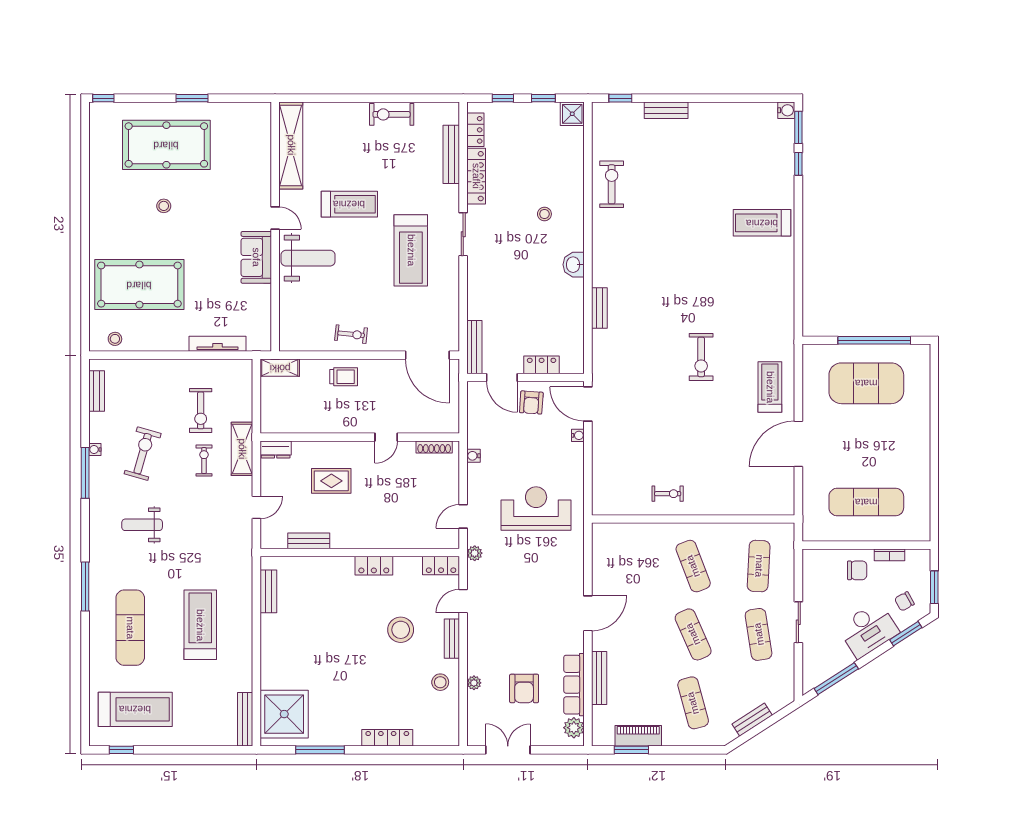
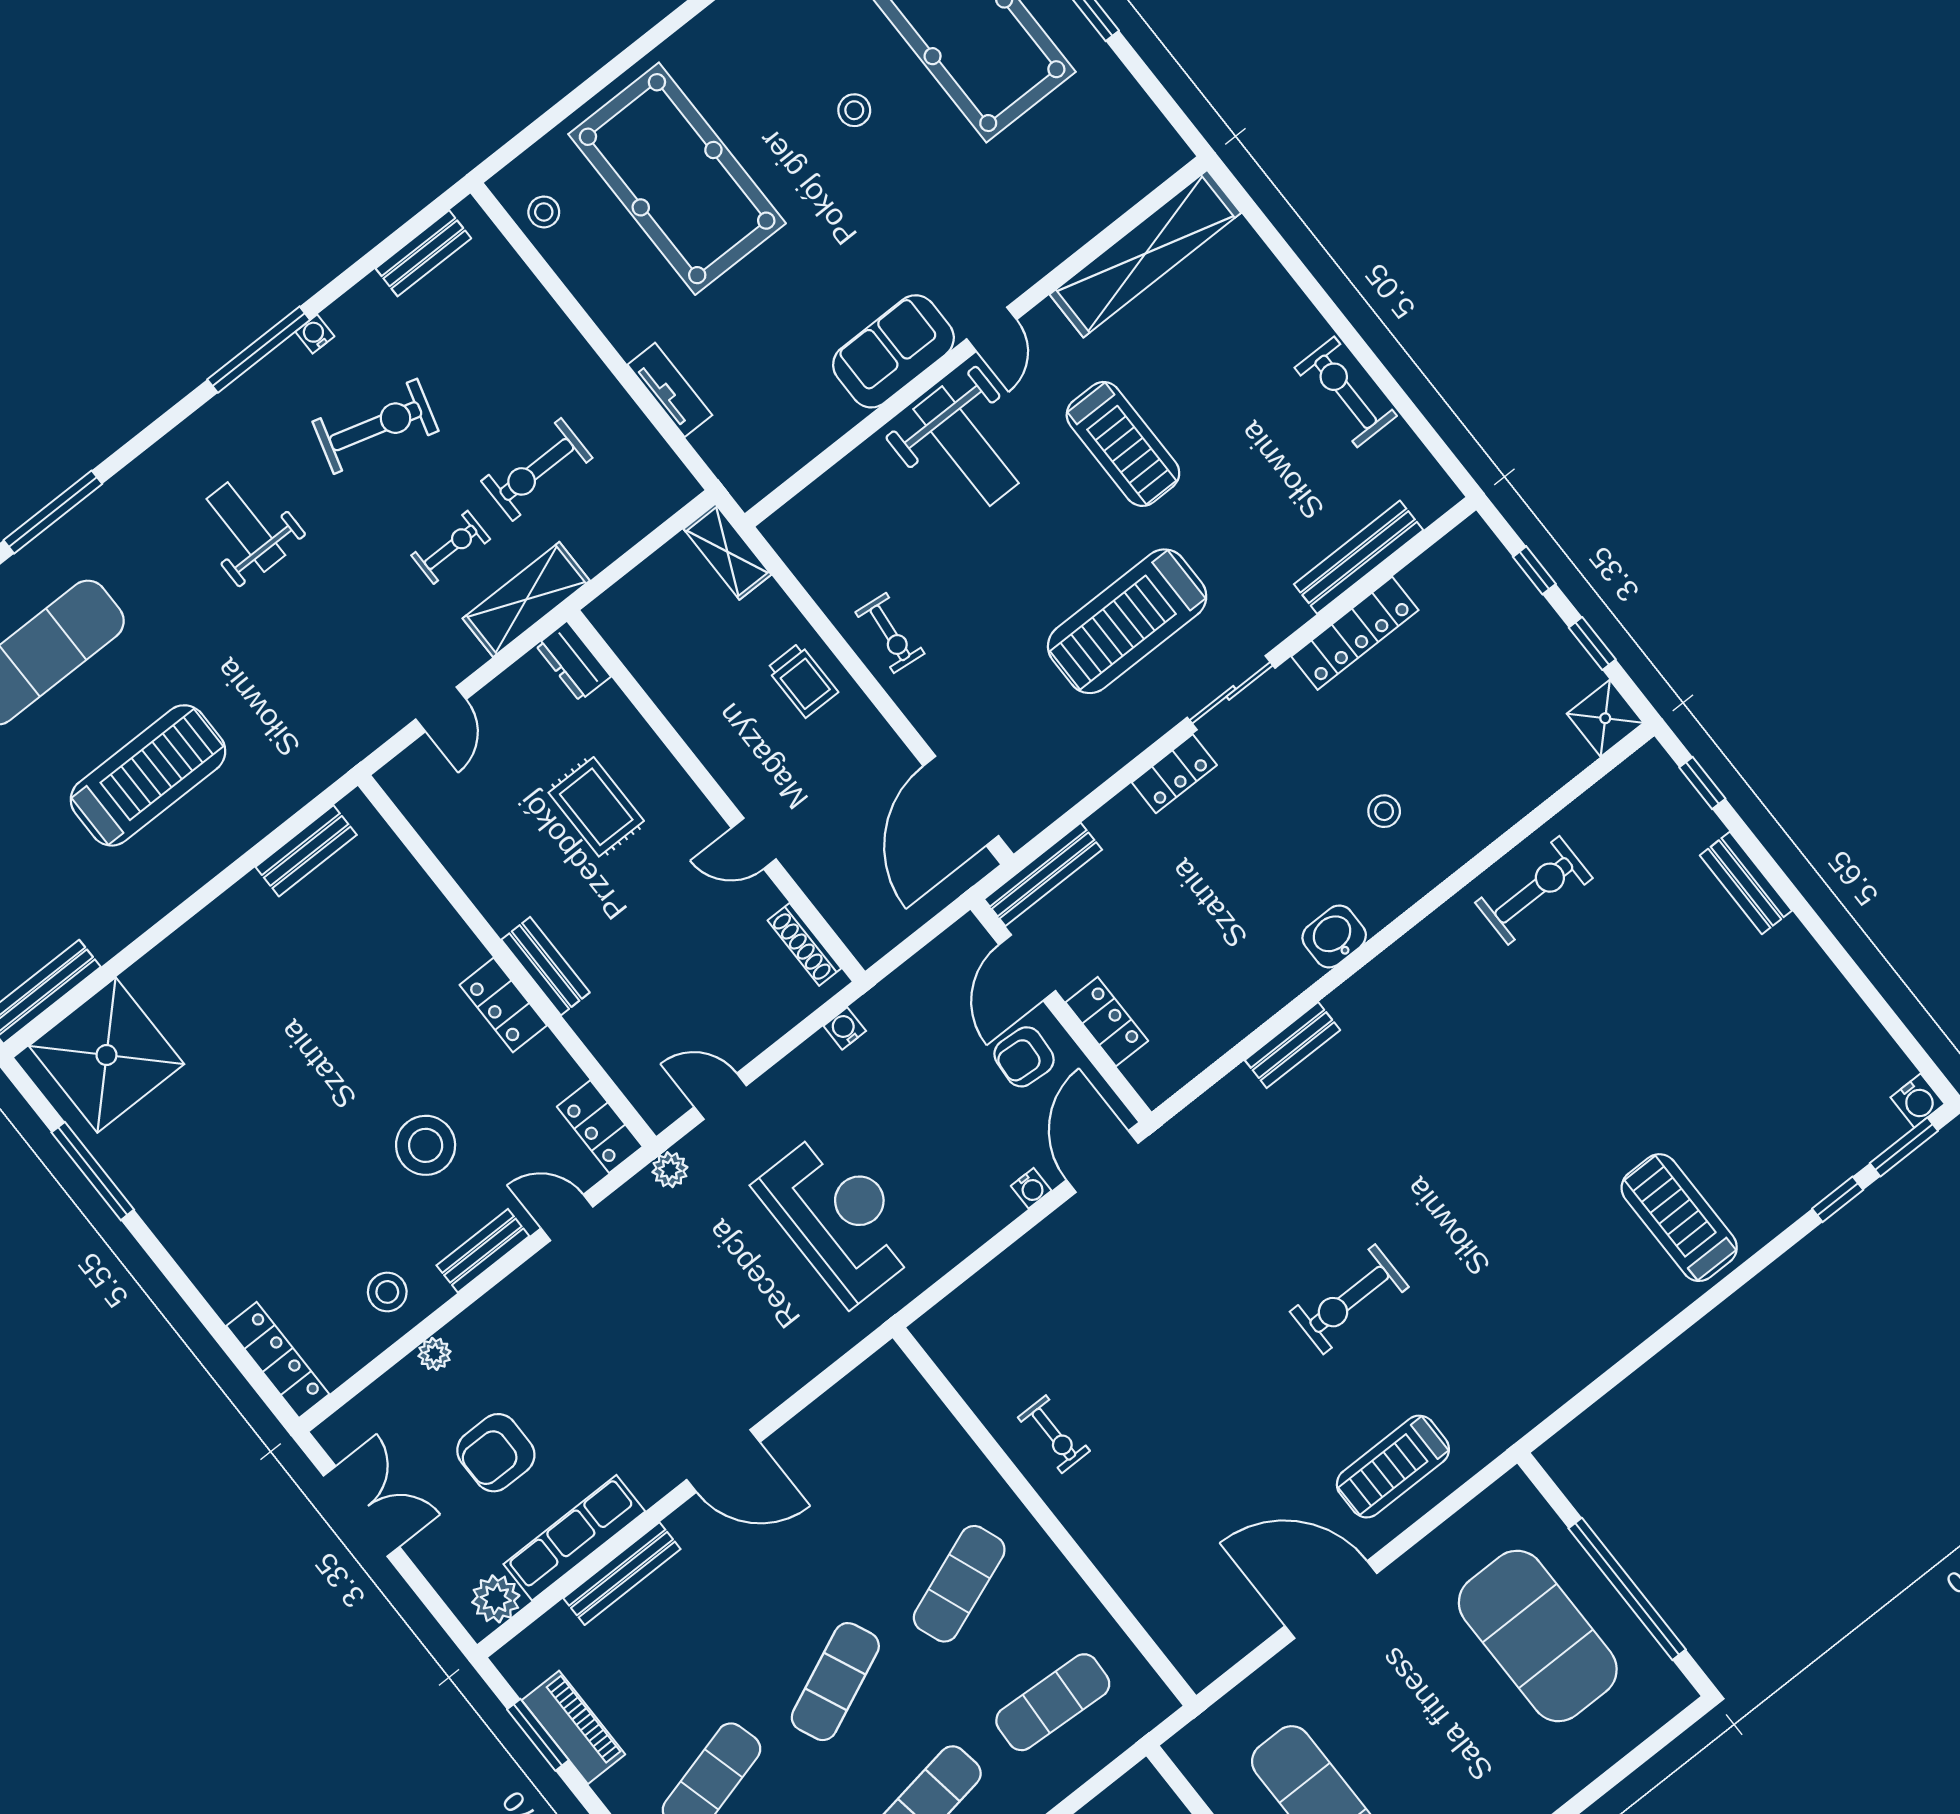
locker: (475, 130) -> (1174, 774), moved
tv unit: (218, 344) -> (670, 390), width x0.71
treadmill: (770, 387) -> (1393, 1467), turned 180
door: (256, 507) -> (441, 709), hinge flipped
bench: (309, 541) -> (546, 966), moved
locker: (387, 738) -> (278, 1360), moved

